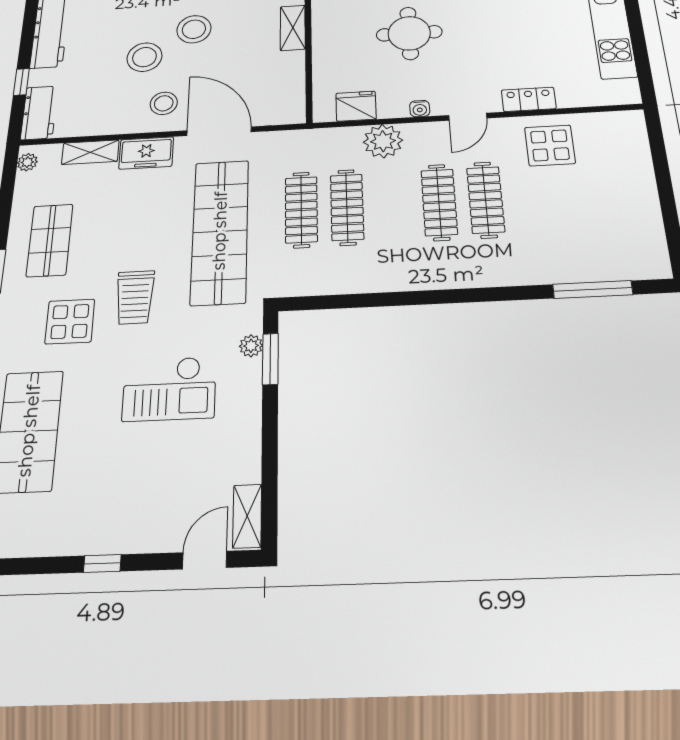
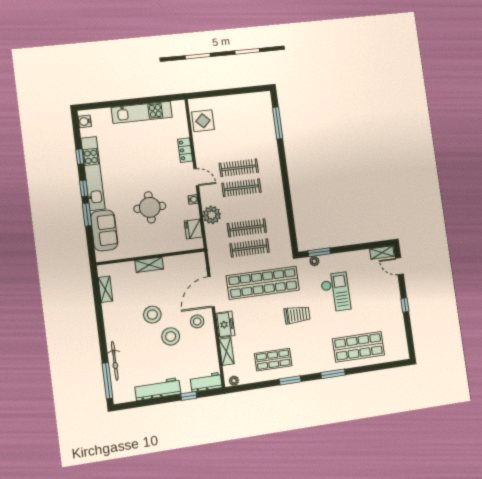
display table: (550, 145) -> (203, 121), moved
display table: (70, 321) -> (311, 341), removed

